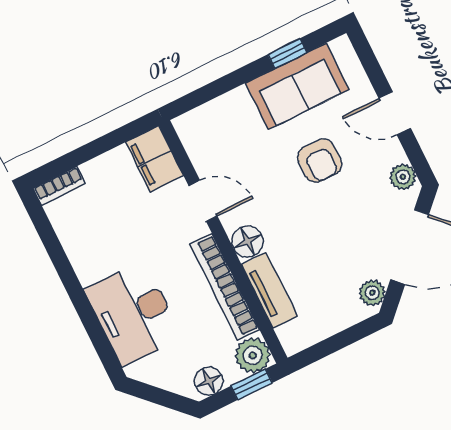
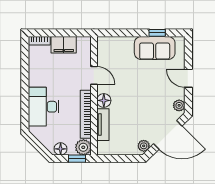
filing cabinet: (155, 159) -> (64, 45), moved, turned -90
armchair: (320, 161) -> (149, 82), removed

